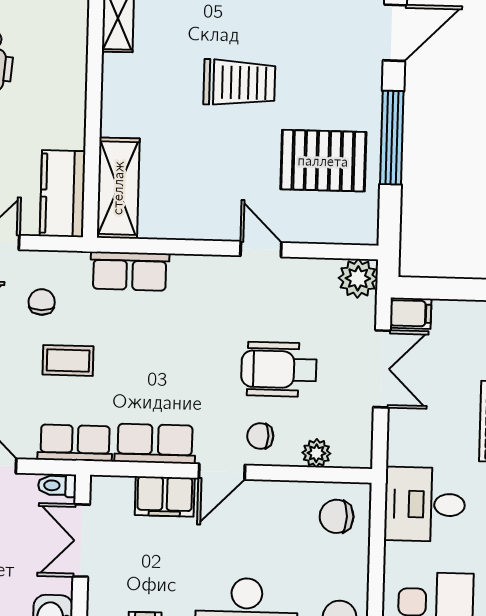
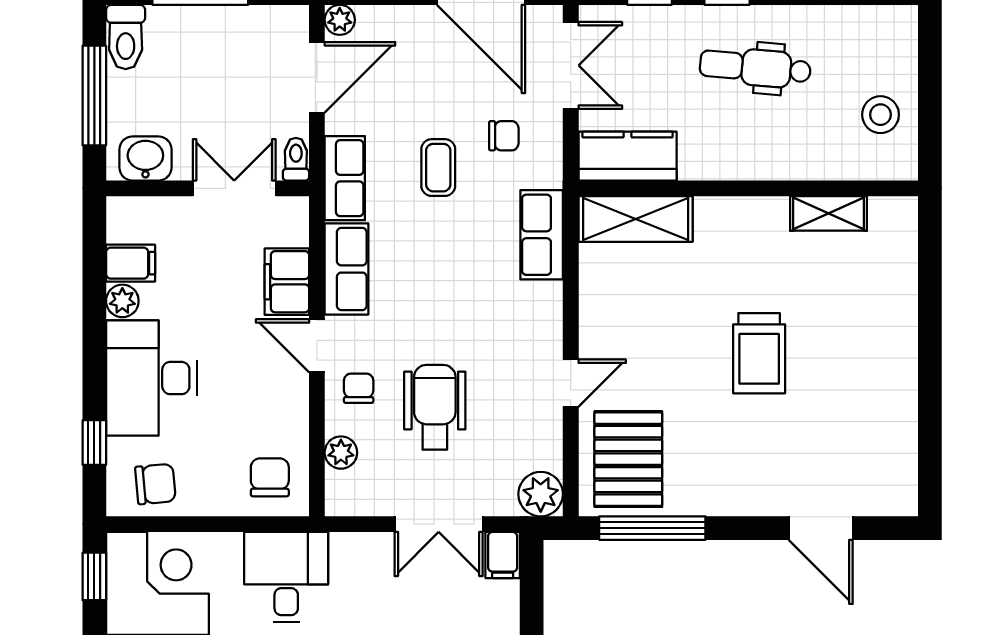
window: (392, 138) -> (652, 528), moved
pallet: (323, 161) -> (628, 459), moved

